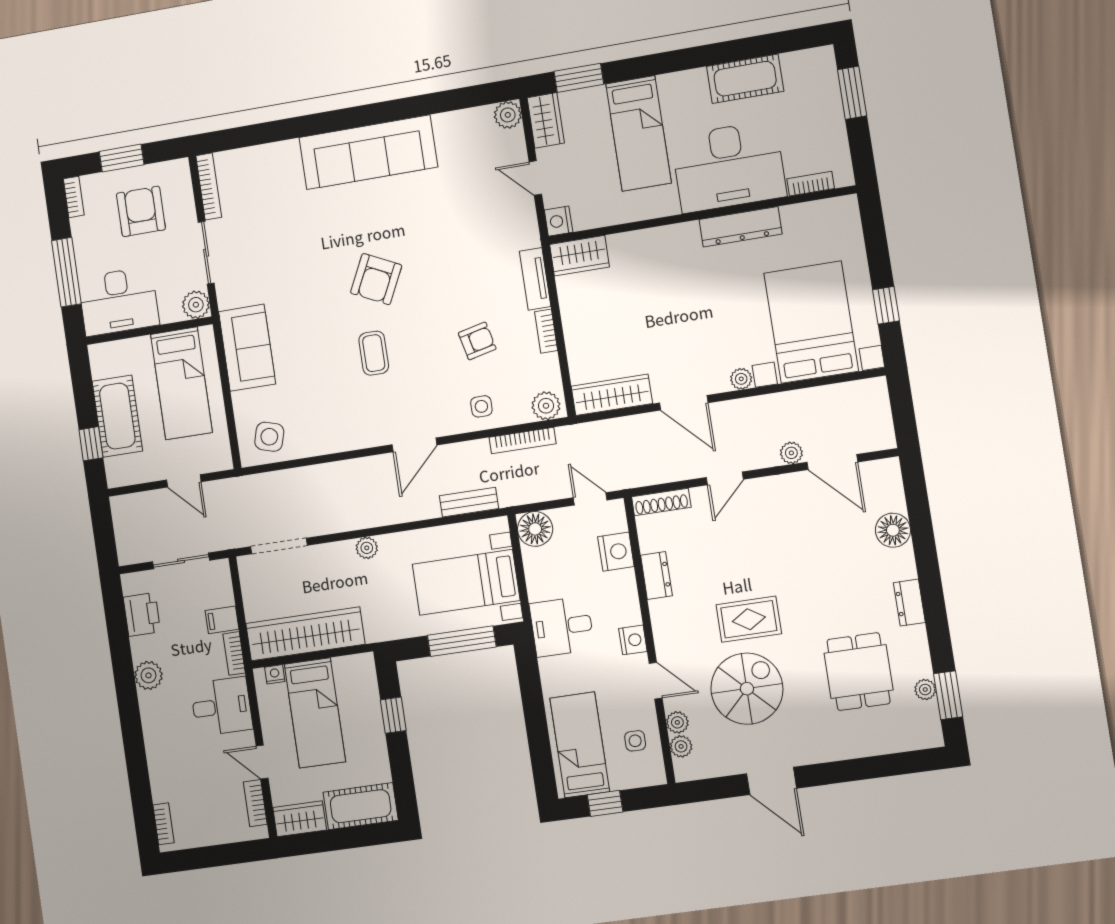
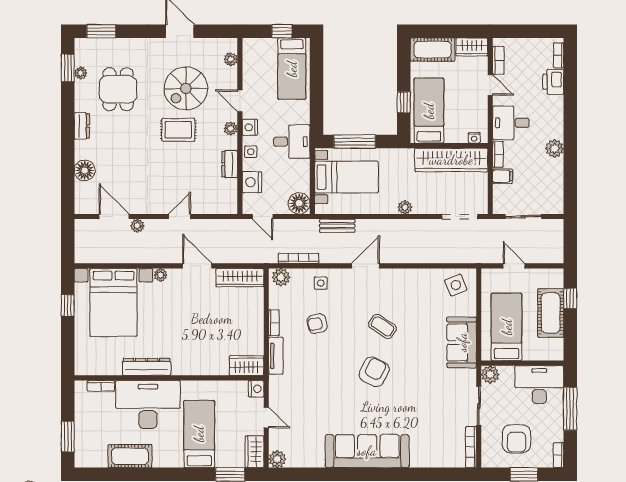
coffee table: (374, 353) -> (382, 326), turned -57
side table: (269, 437) -> (456, 285), turned -38
shoe rack: (661, 502) -> (220, 208), removed
printer: (142, 614) -> (553, 82), moved
bed: (315, 713) -> (429, 111), moved
plant: (677, 722) -> (231, 129), moved
side table: (635, 741) -> (251, 152), moved
window: (901, 763) -> (101, 31), added

